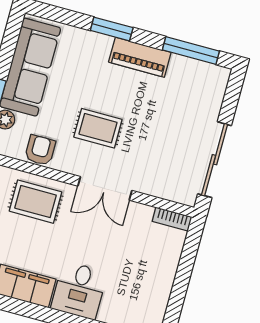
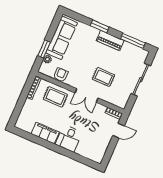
rug: (98, 128) -> (104, 77), moved
sliding door: (215, 160) -> (141, 80), moved
door: (188, 257) -> (119, 131), added

